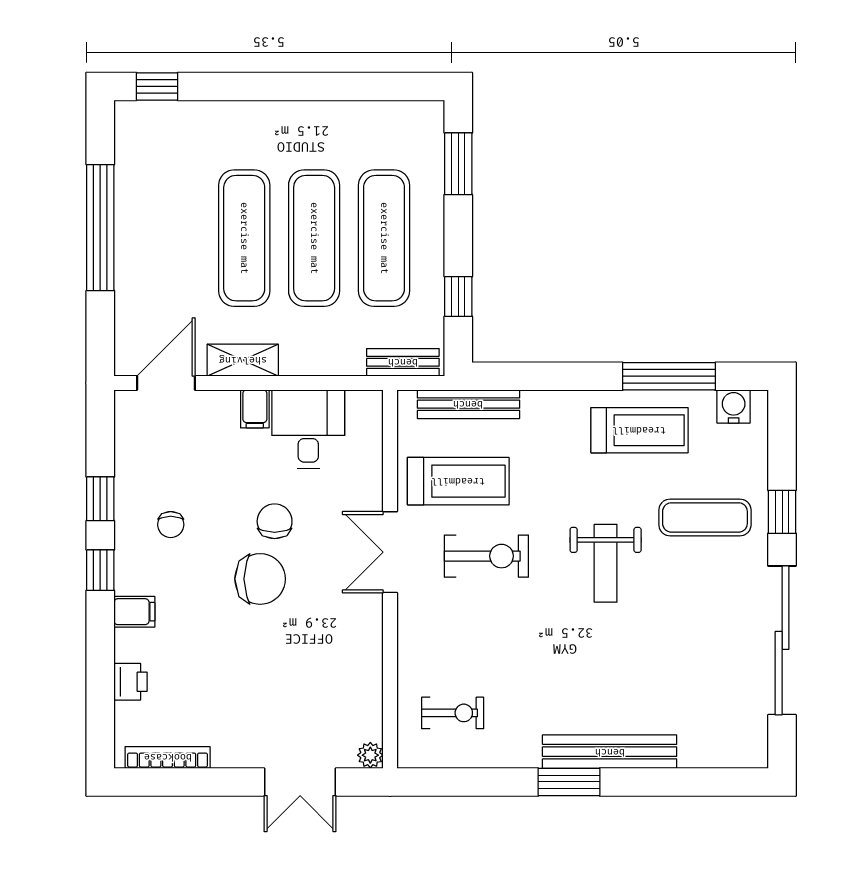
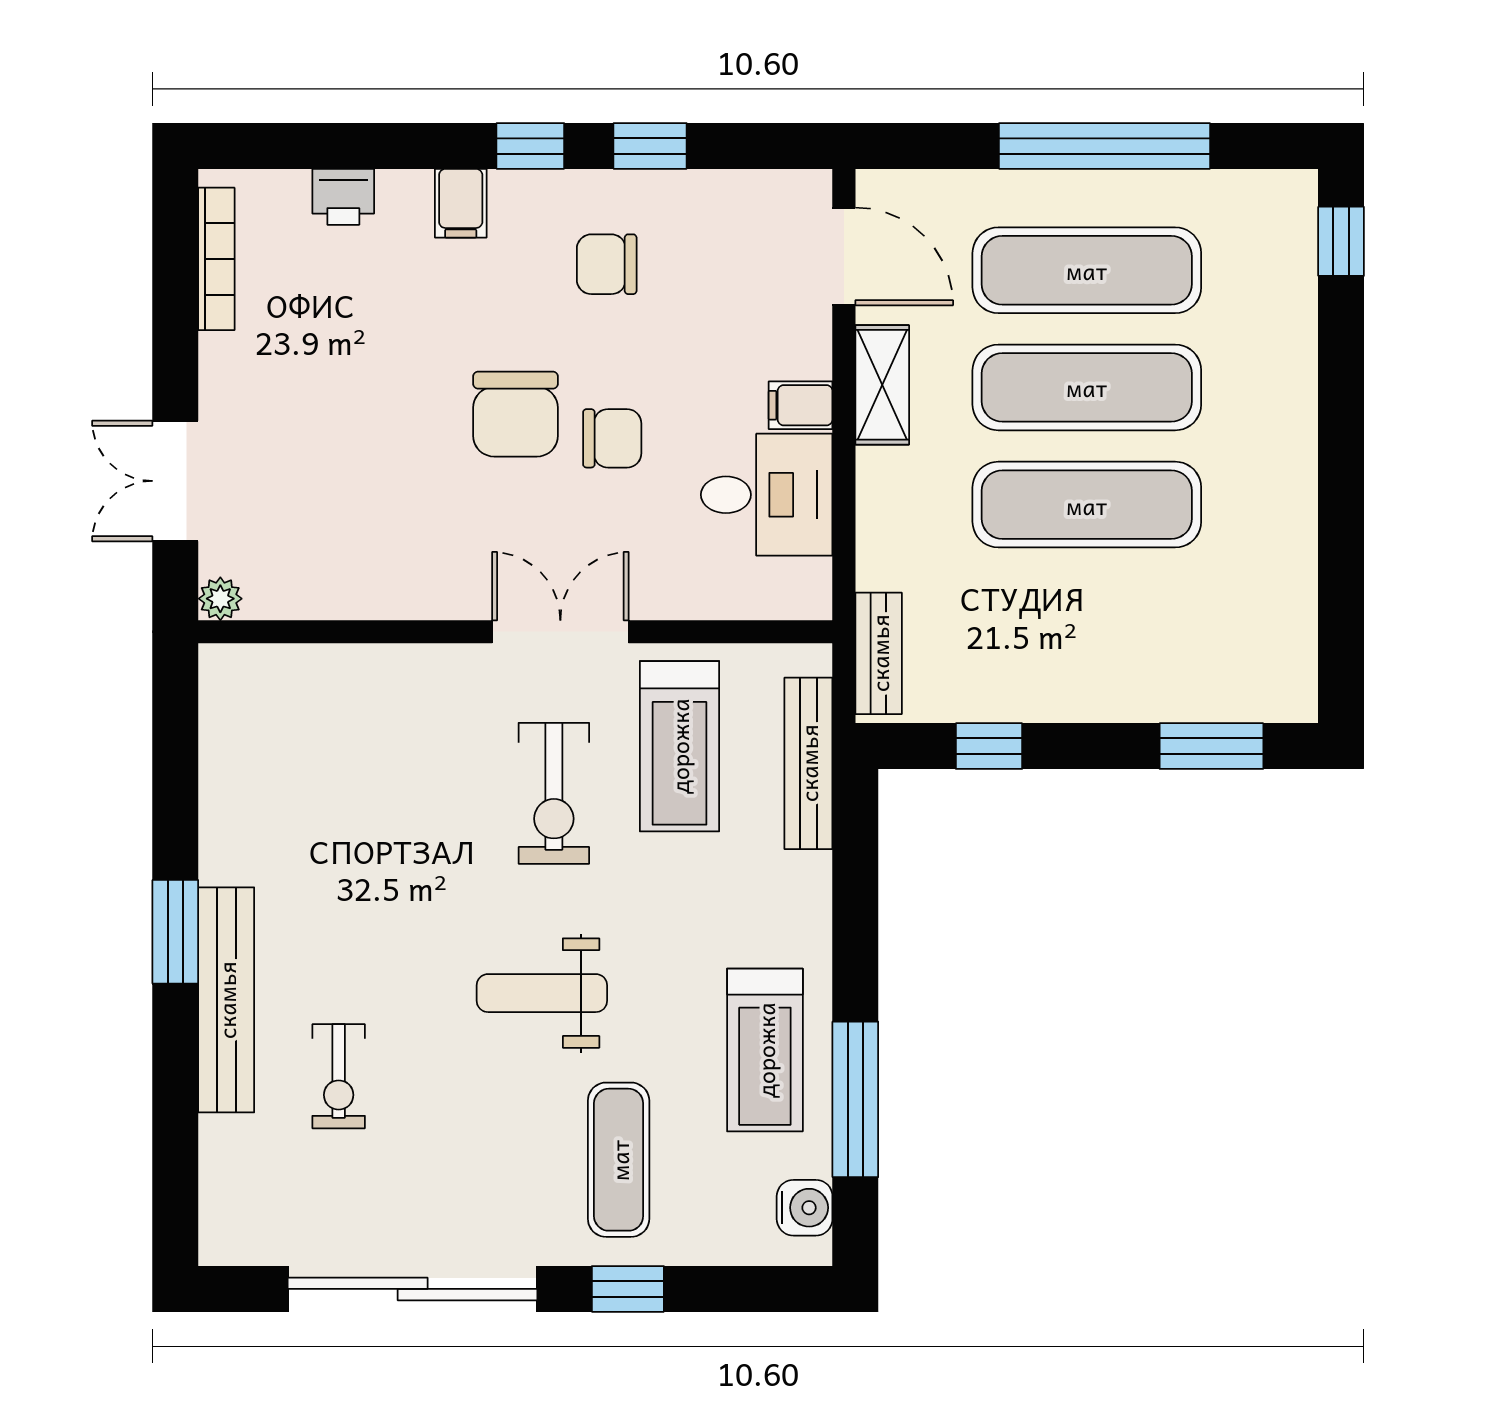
exercise mat: (384, 238) -> (1087, 270), moved
chair: (171, 525) -> (607, 264), width x1.37, depth x1.37
exercise bike: (453, 713) -> (339, 1076), moved

